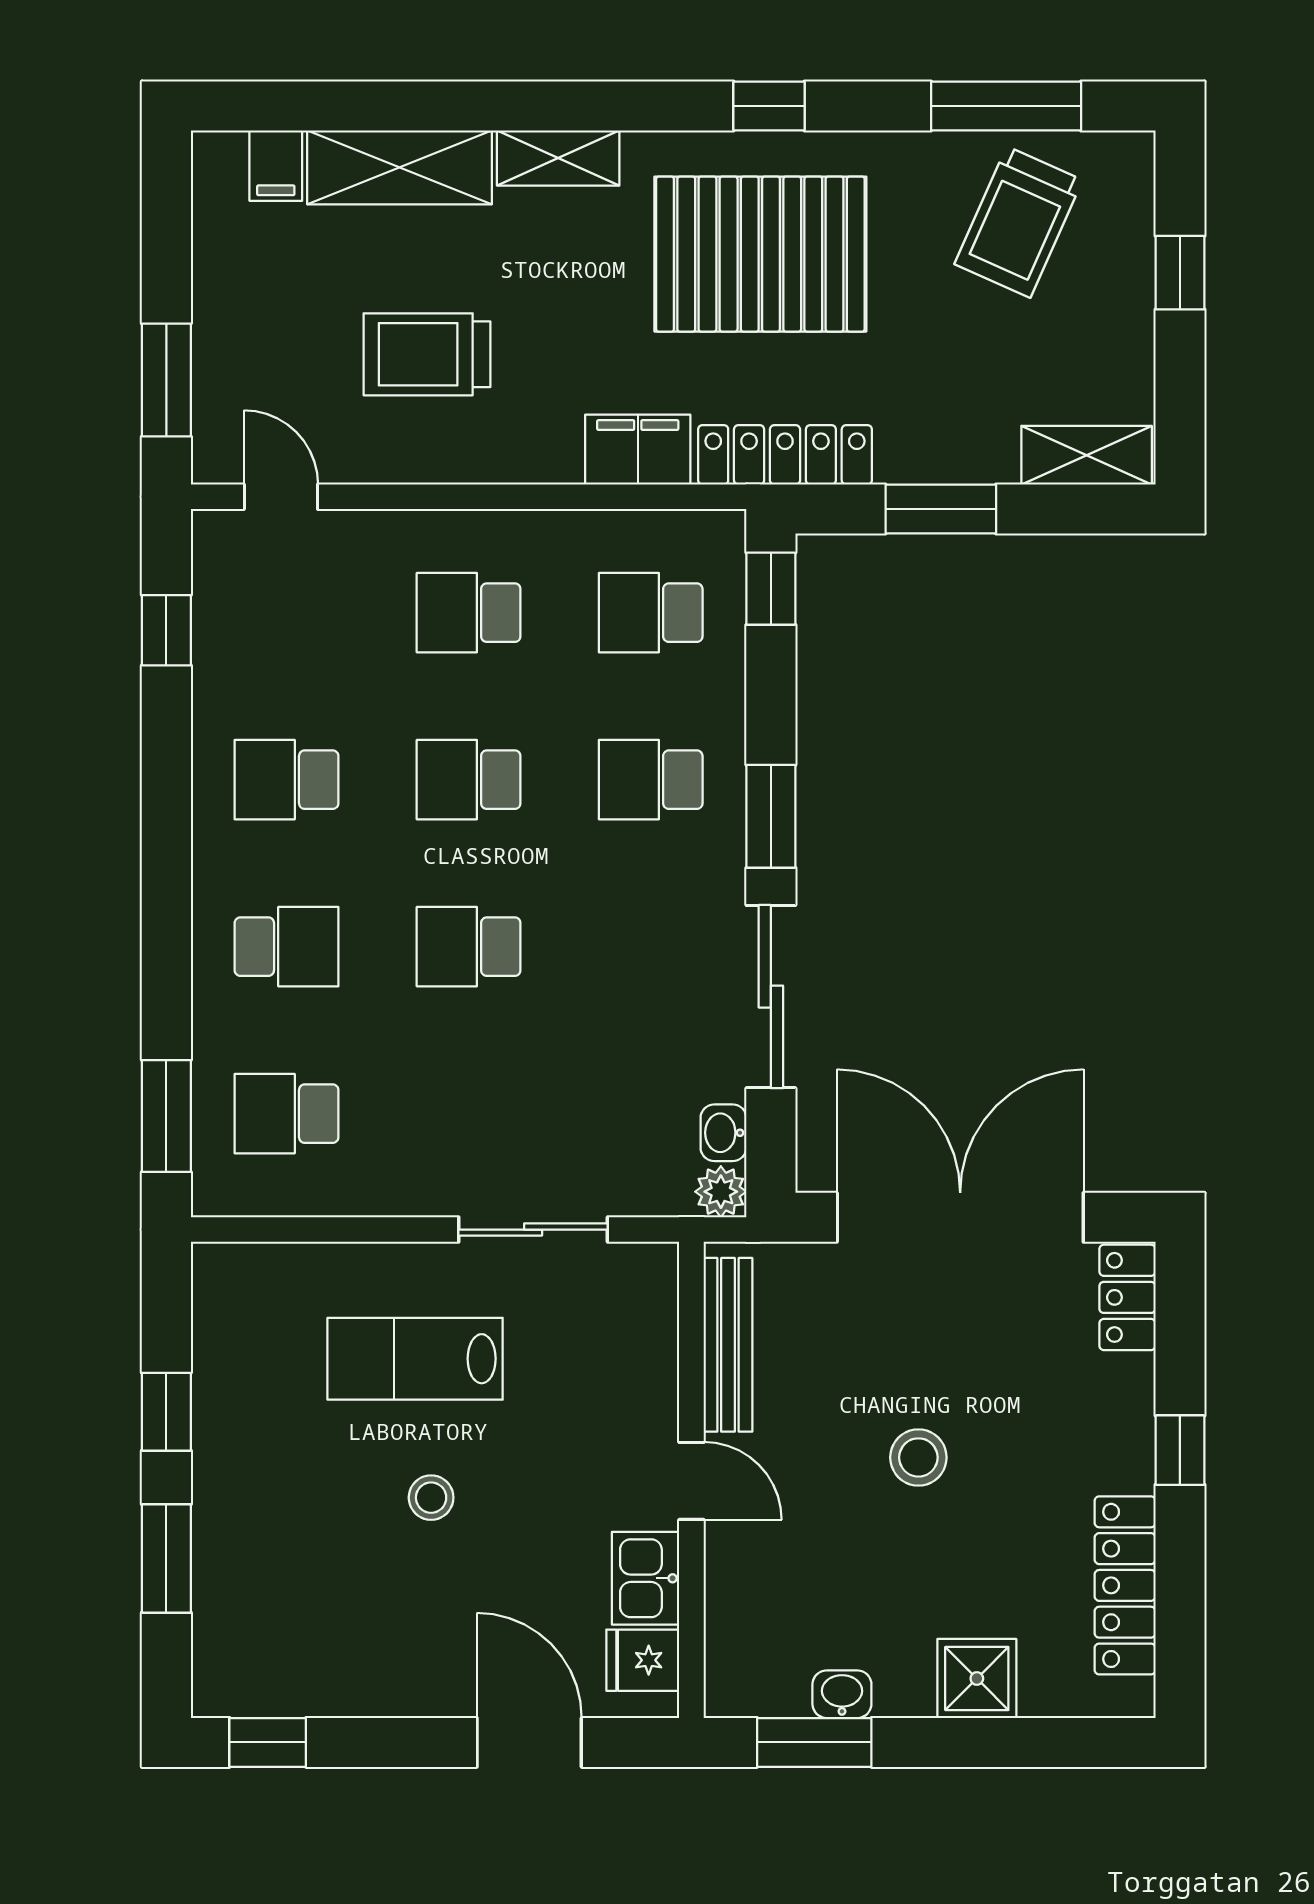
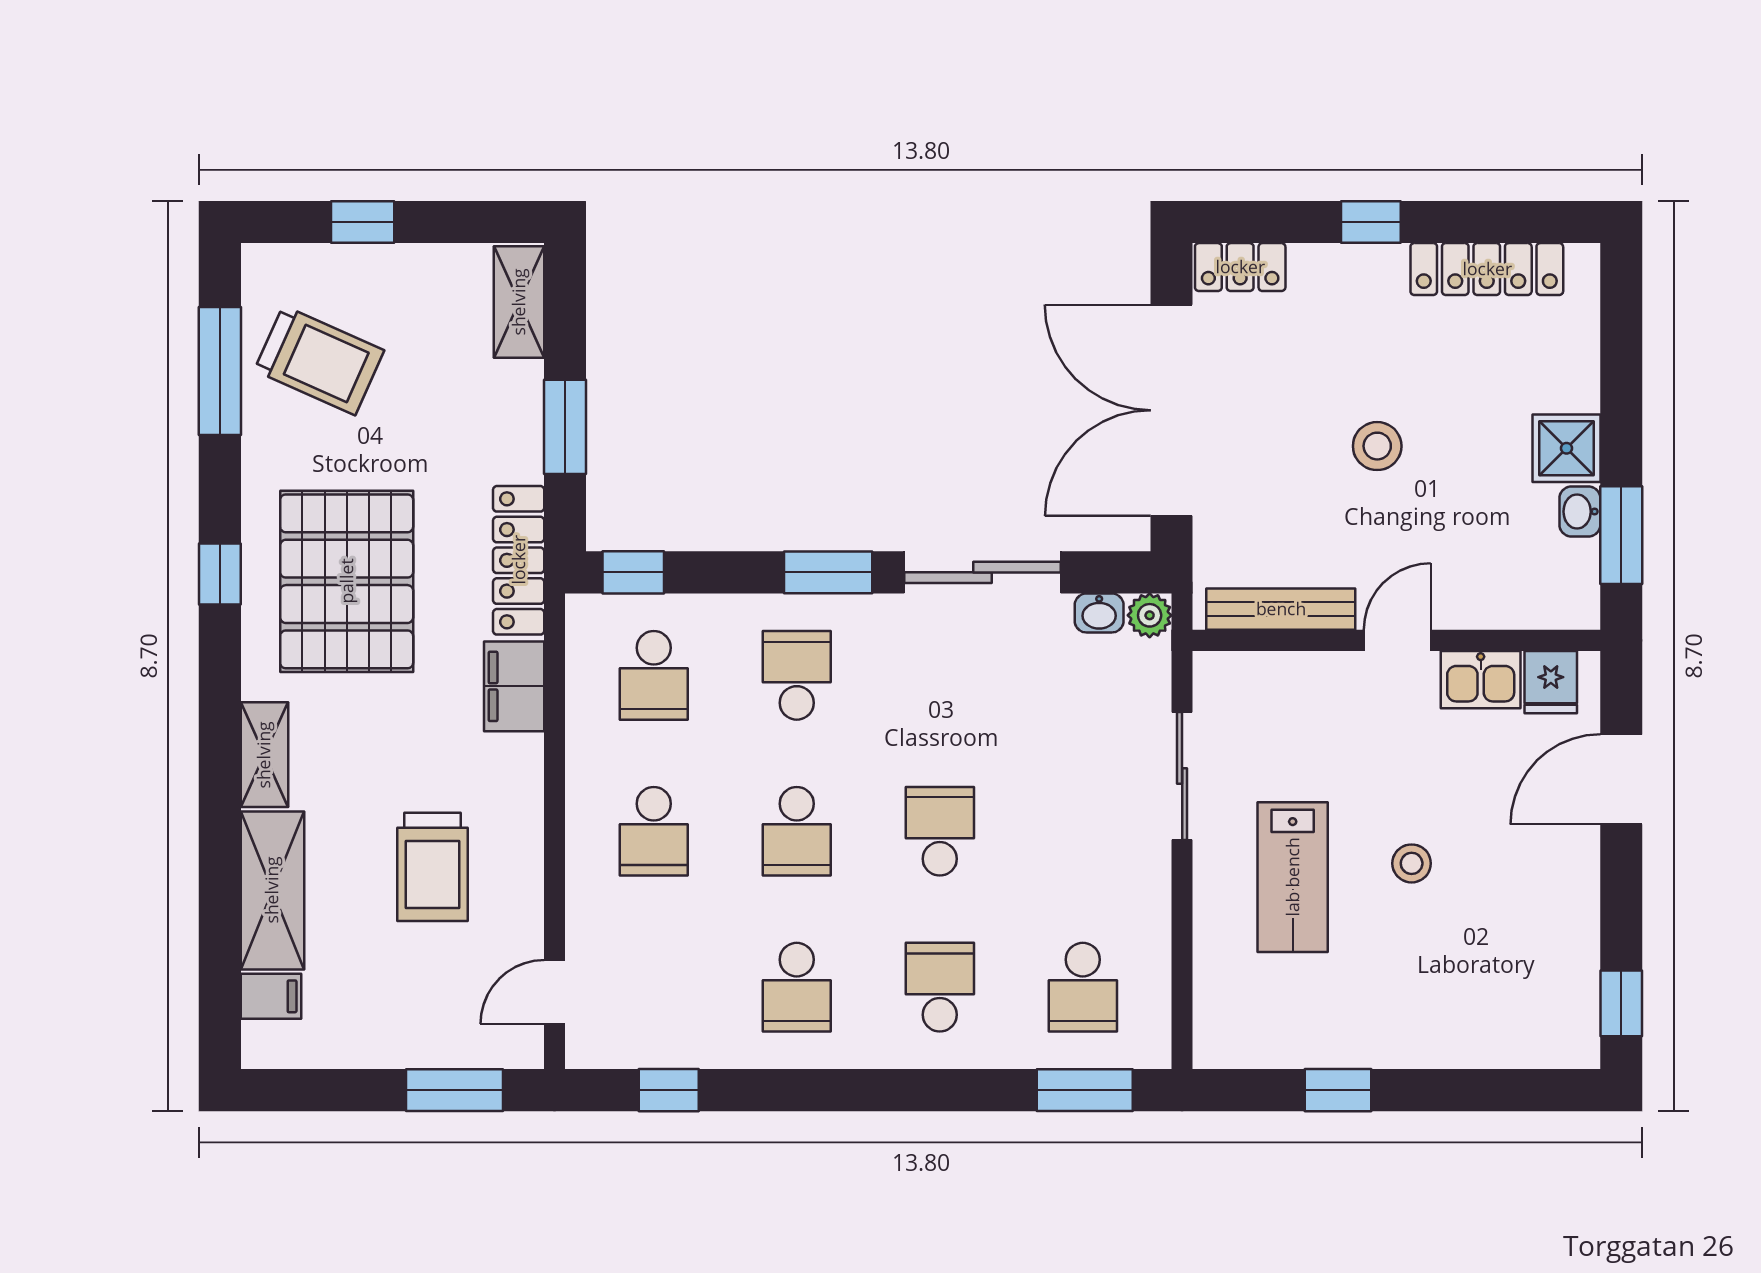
school desk: (651, 780) -> (797, 675), turned 180
school desk: (469, 947) -> (940, 831), turned 180
window: (166, 1558) -> (1464, 1090), removed
shower: (977, 1678) -> (1566, 448), moved

